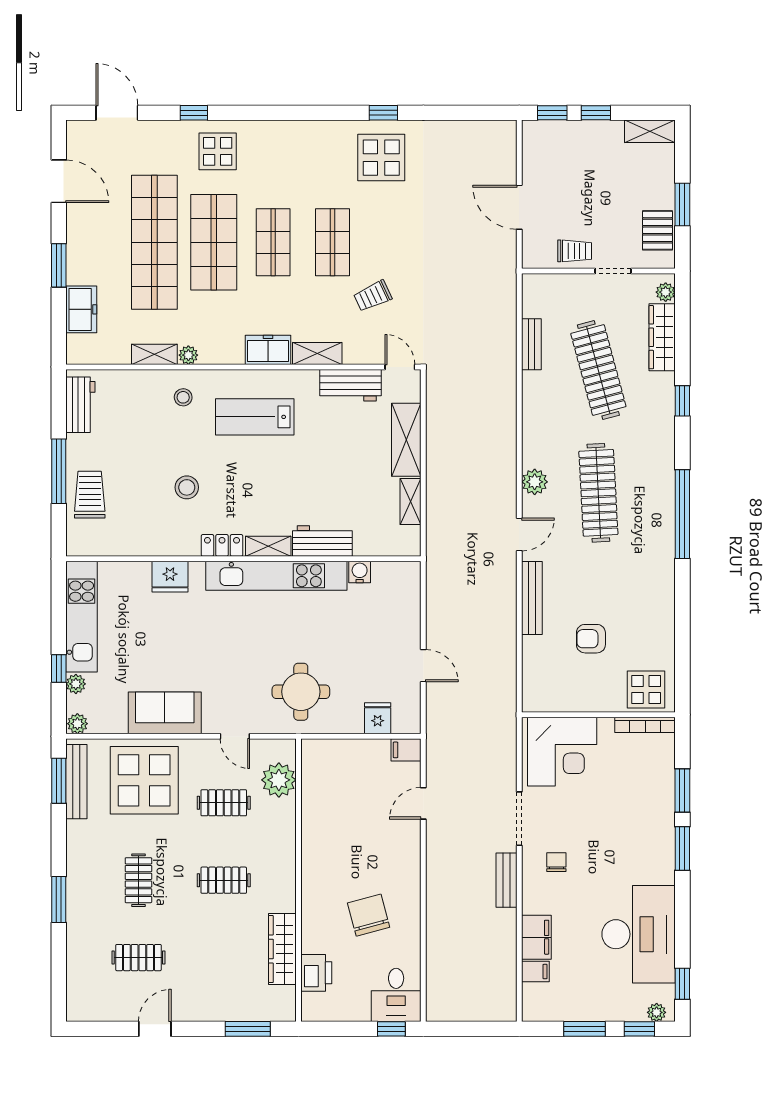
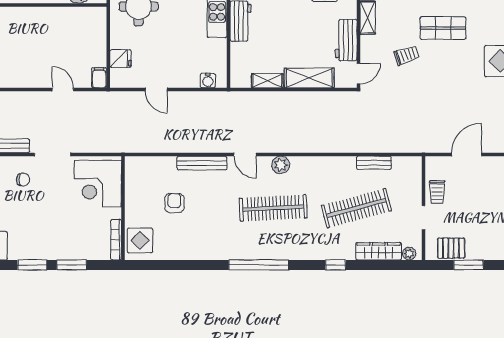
trolley: (373, 296) -> (407, 55), turned 96
water cooler: (360, 572) -> (208, 80), moved, turned 90
door: (423, 666) -> (156, 89), hinge flipped

